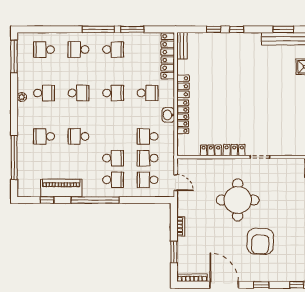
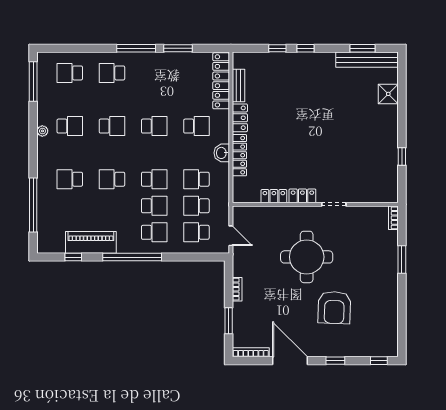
bench: (182, 46) -> (239, 86), moved
school desk: (113, 50) -> (154, 179), moved

